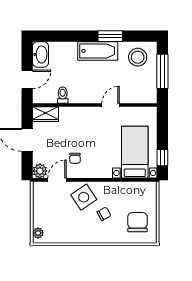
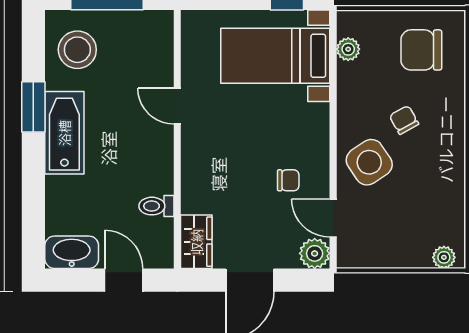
plant: (138, 187) -> (348, 49), added

